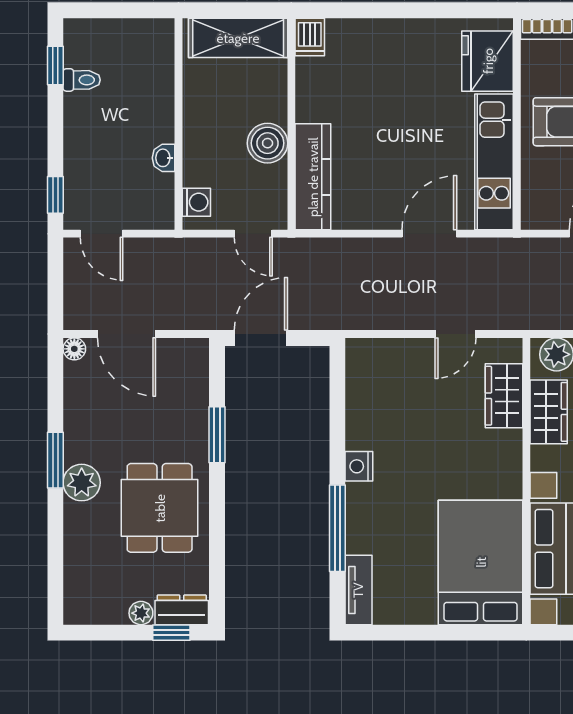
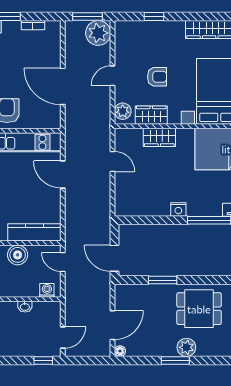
door: (253, 234) -> (63, 262), swing flipped
wardrobe: (504, 396) -> (159, 137), moved

